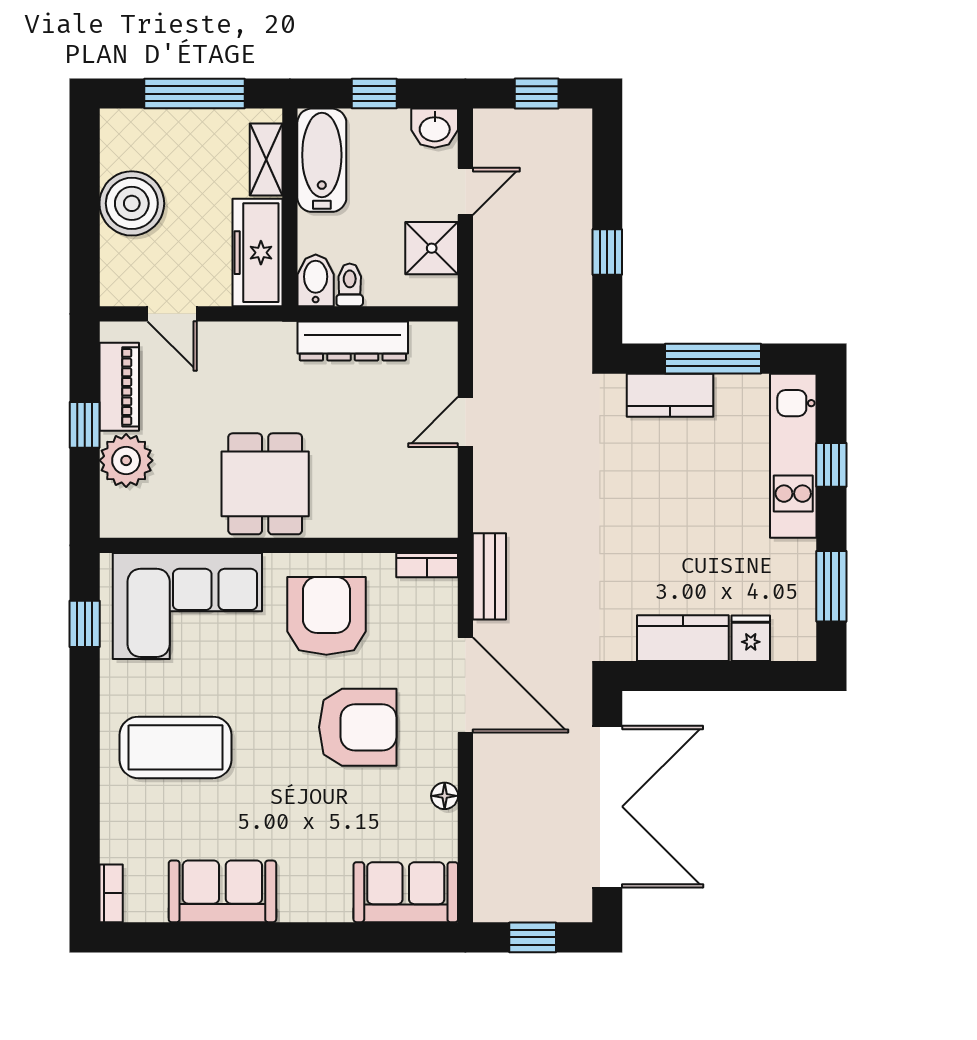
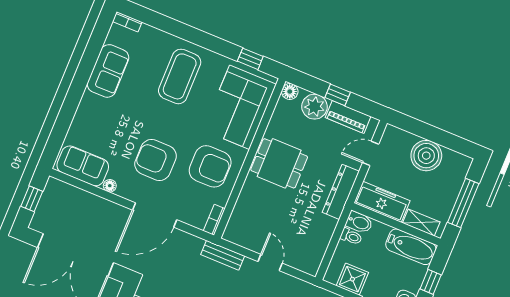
dresser: (353, 341) -> (341, 192), moved
floor lamp: (117, 521) -> (290, 92), added
bench: (489, 576) -> (223, 255), moved
armchair: (358, 727) -> (156, 160), turned 90
sofa: (406, 892) -> (83, 166), moved, turned -90

